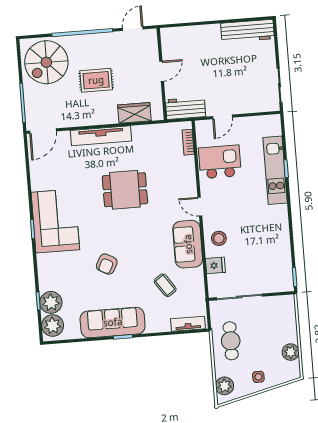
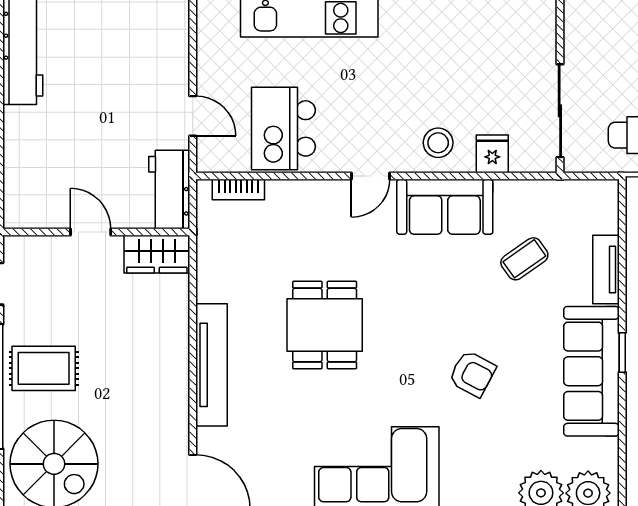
rug: (96, 80) -> (44, 368), moved, turned 90
wardrobe: (134, 113) -> (157, 254), moved, turned -90
tv unit: (188, 324) -> (606, 270), moved

